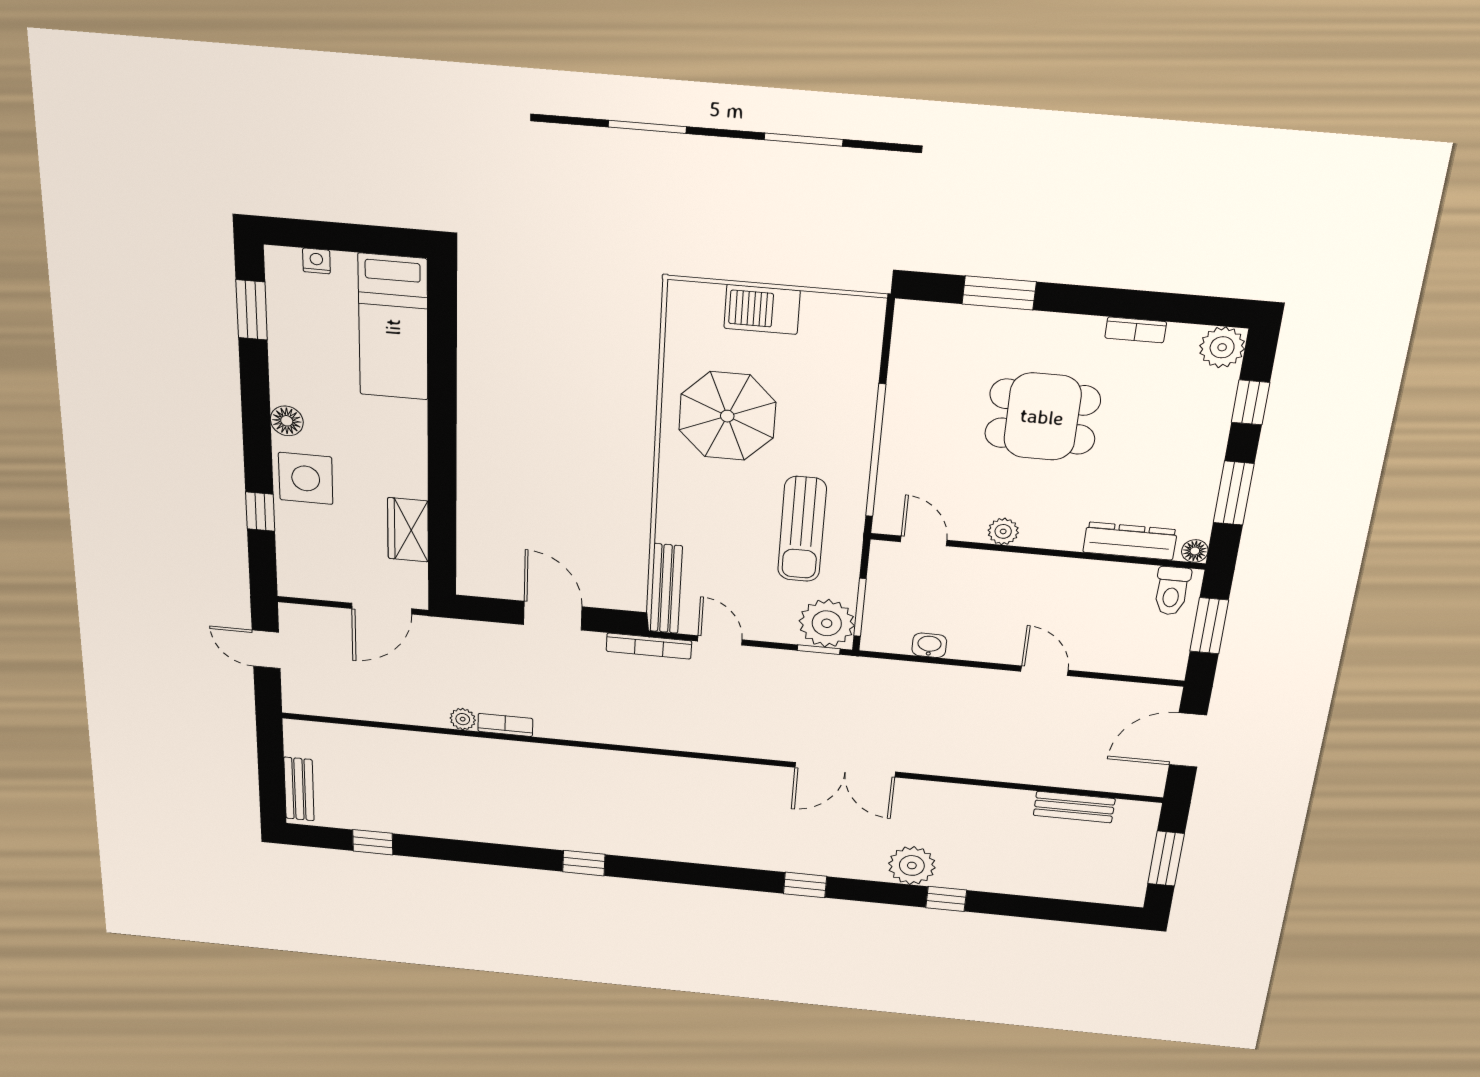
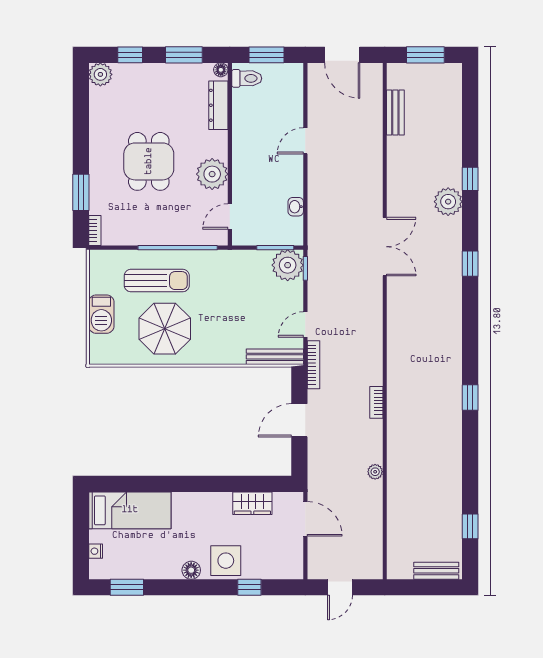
bookcase: (1136, 330) -> (95, 230), moved
sun lounger: (802, 529) -> (157, 281), moved
plant: (1003, 531) -> (212, 174), width x1.87, depth x1.87
bookcase: (505, 725) -> (376, 402), moved

